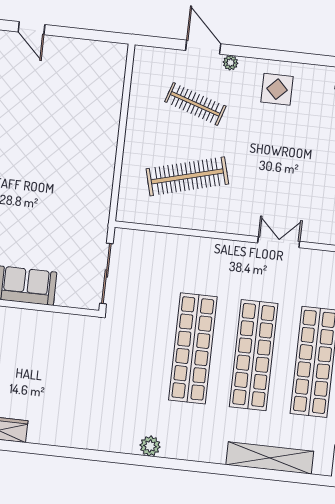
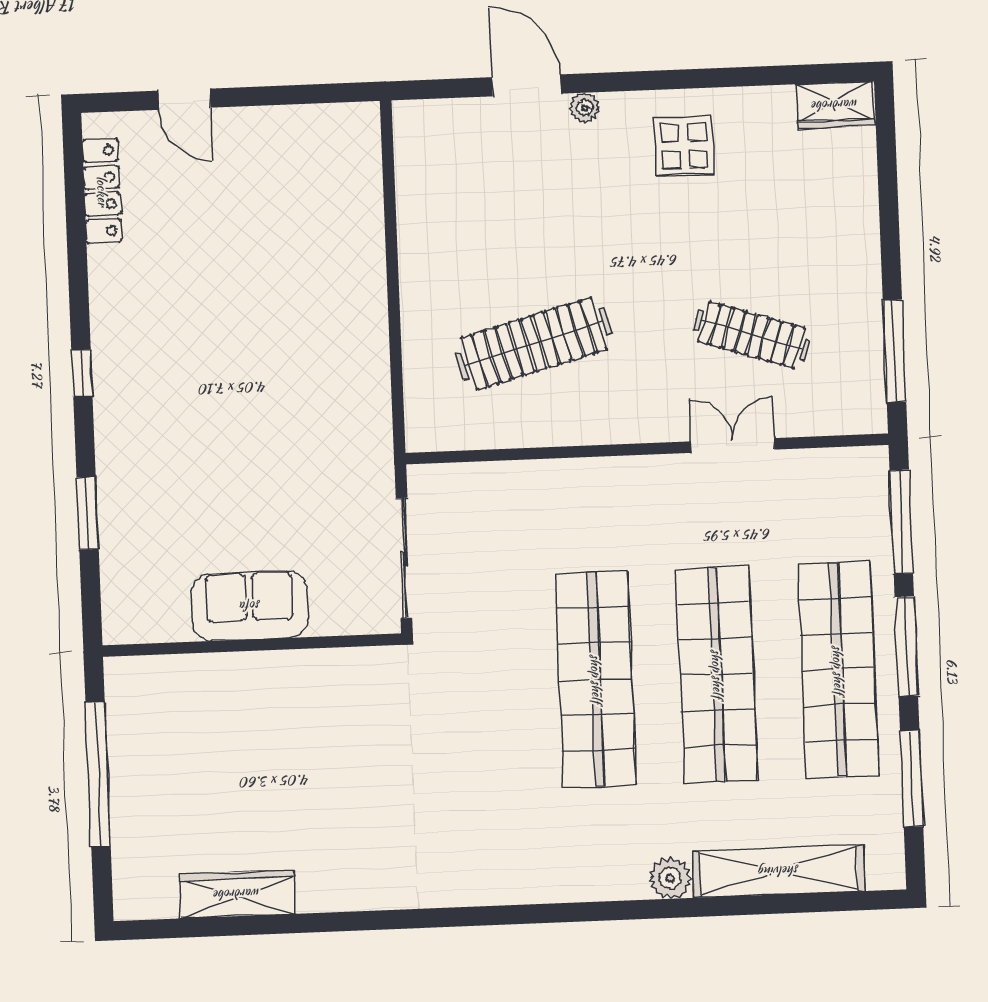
clothes rail: (195, 104) -> (752, 335), moved
plant: (150, 446) -> (670, 878), moved

